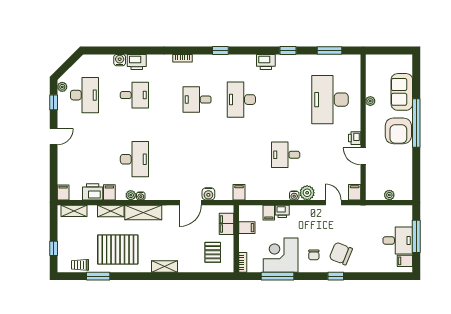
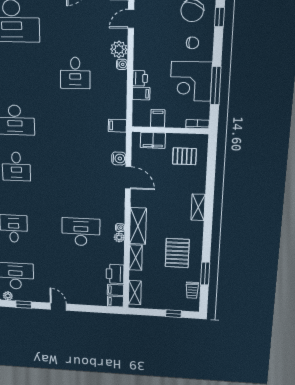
filing cabinet: (109, 192) -> (115, 290), moved
pallet: (118, 249) -> (177, 253), width x0.73, depth x0.71

